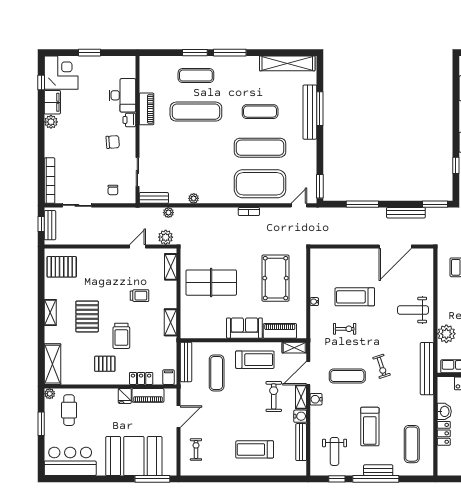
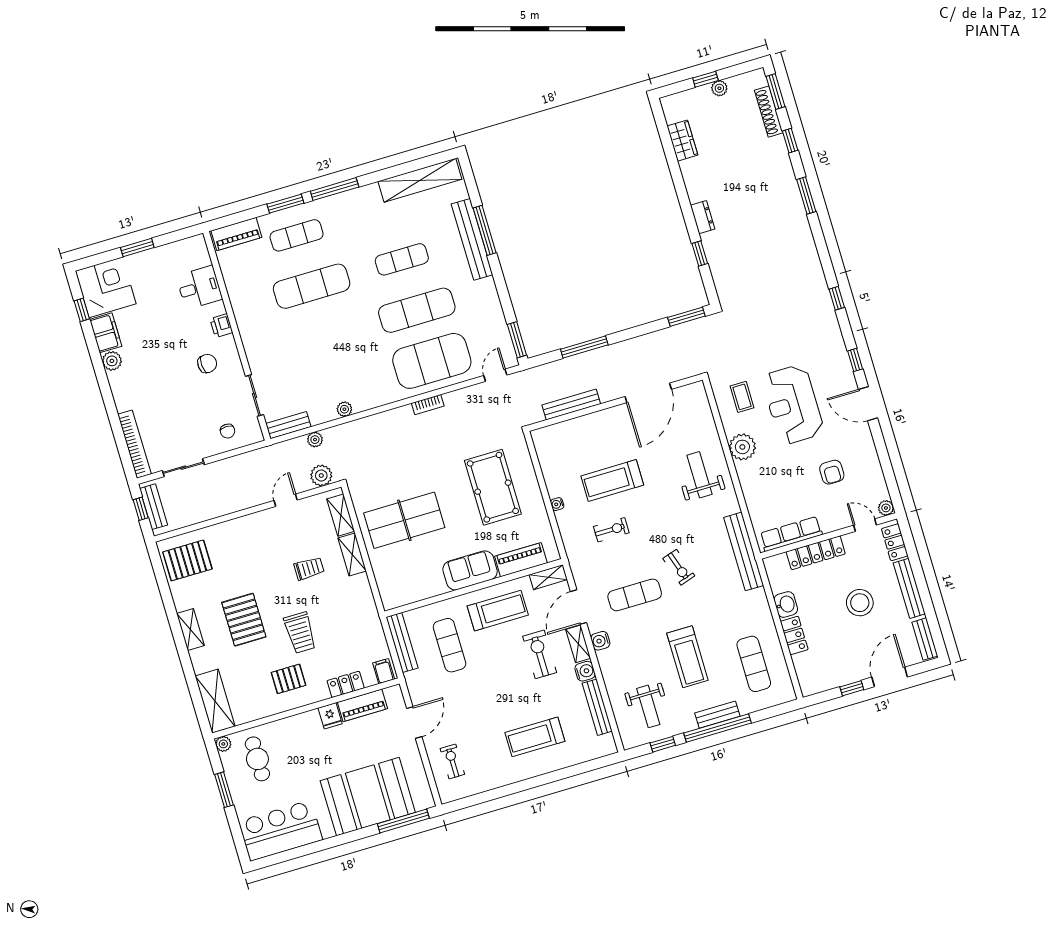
desk: (122, 95) -> (199, 287), width x0.73
piano: (147, 109) -> (236, 234), moved, turned 90
bench: (406, 213) -> (571, 404), moved
weight bench: (413, 310) -> (700, 475), turned 90
shelving: (170, 322) -> (352, 555), moved
plant: (446, 334) -> (742, 447), moved

